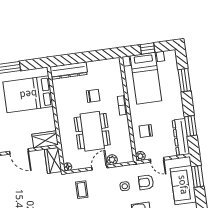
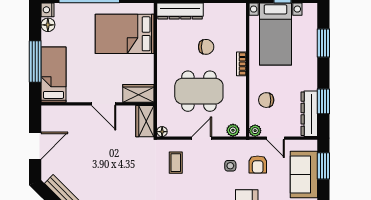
dining table: (92, 131) -> (199, 91), turned 90
plant: (112, 160) -> (233, 130), moved
armchair: (146, 182) -> (258, 164), turned -90

